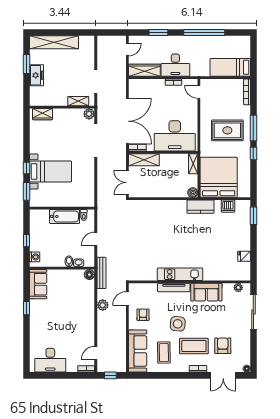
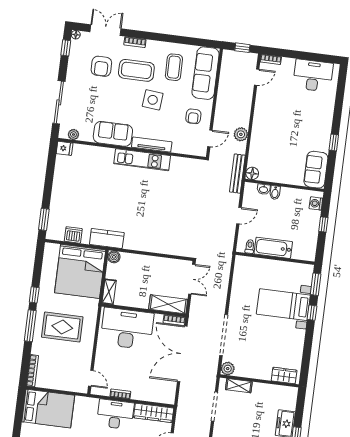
bed: (230, 67) -> (48, 409), width x1.50
fridge: (244, 256) -> (65, 148), moved
window: (253, 357) -> (66, 48), added

